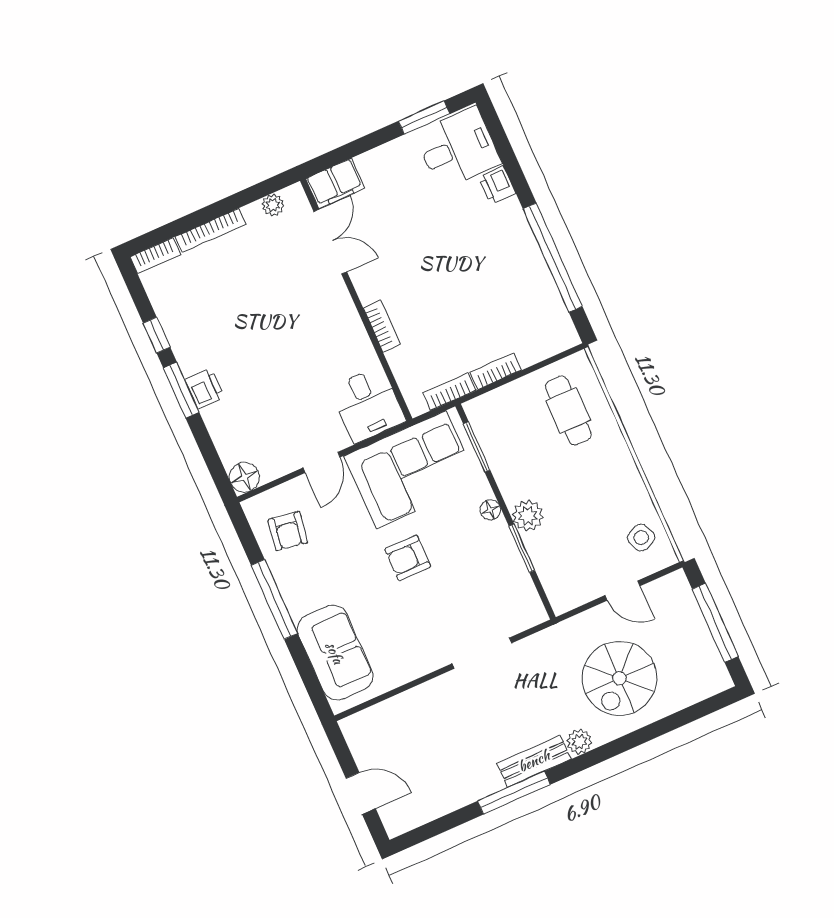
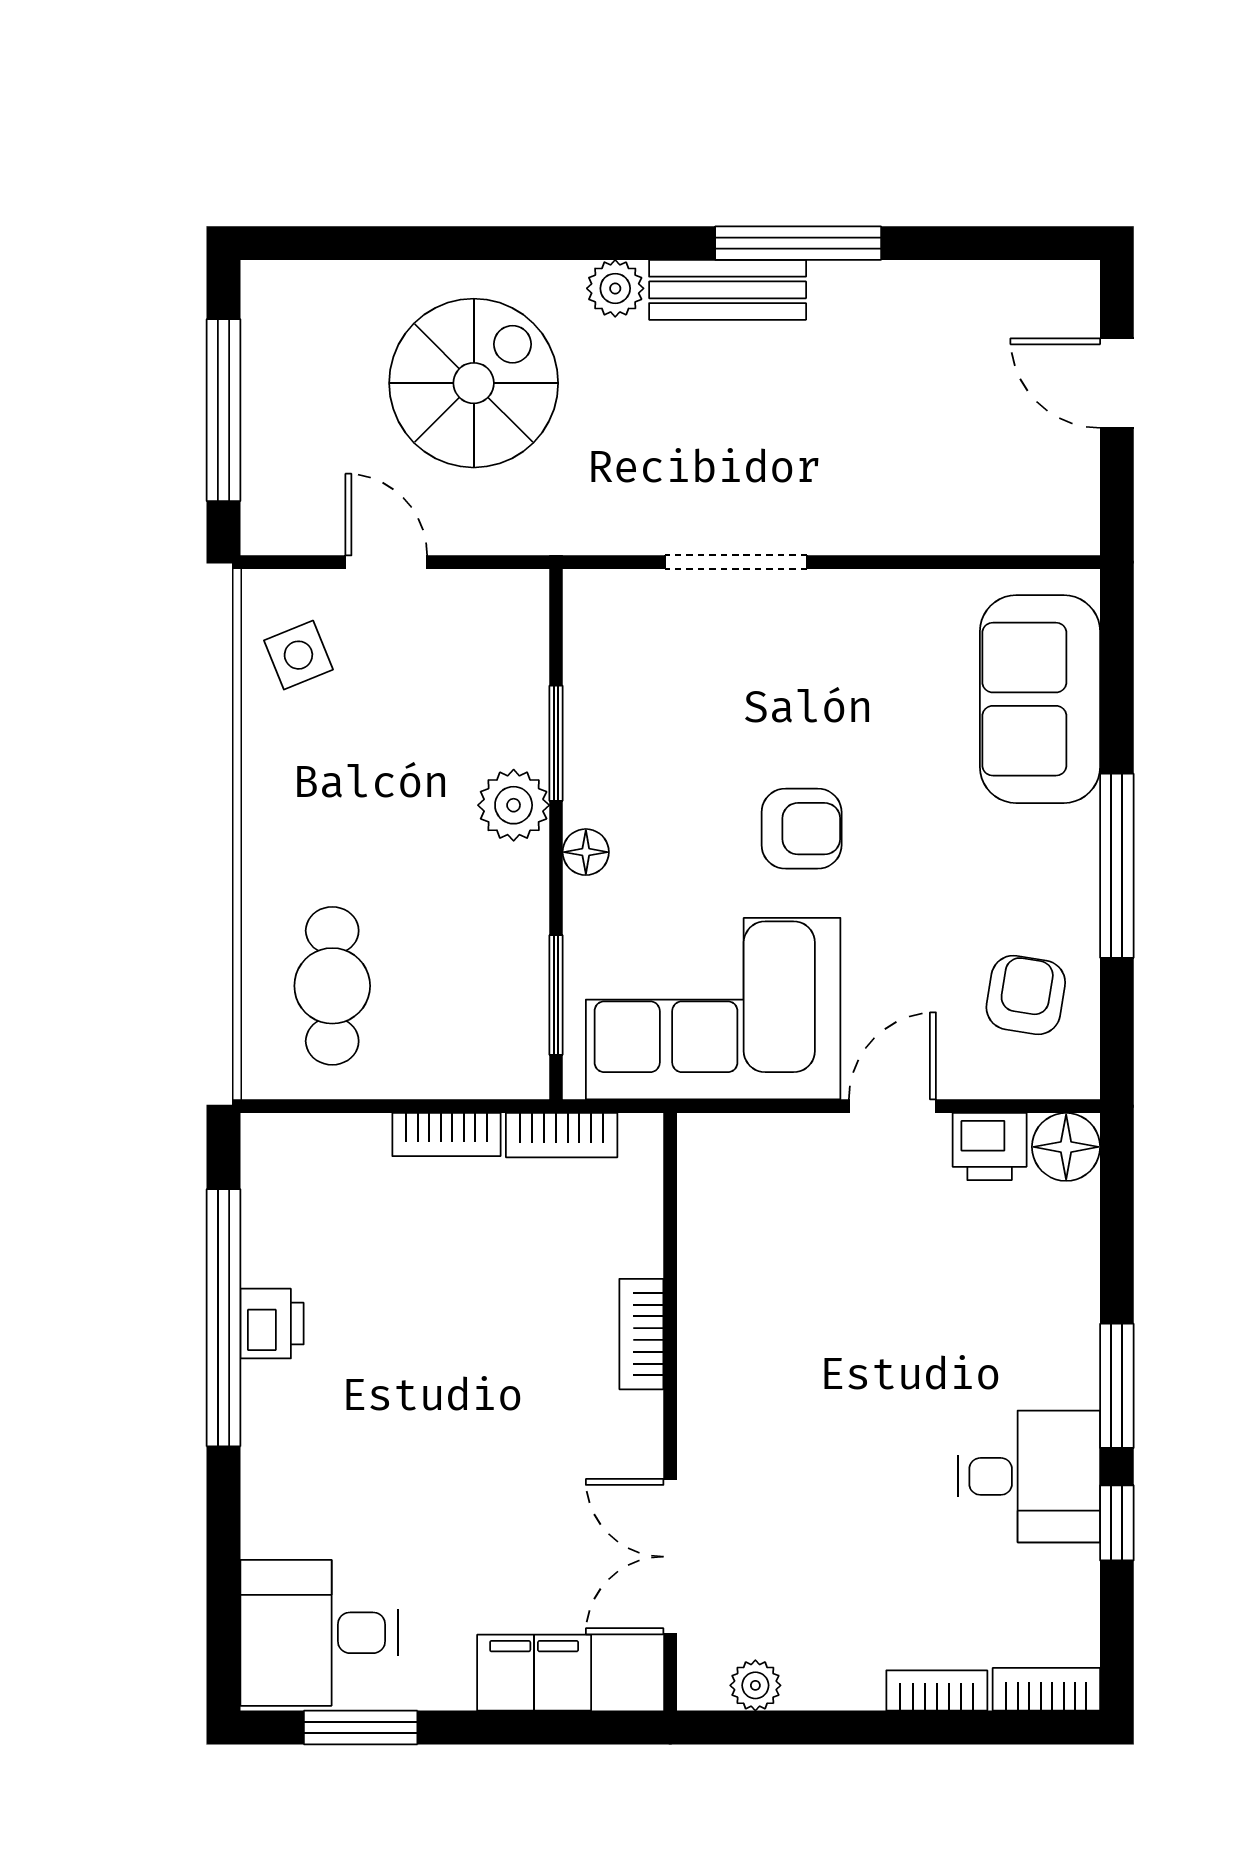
filing cabinet: (335, 183) -> (534, 1673), moved
printer: (497, 185) -> (272, 1324), moved
bookcase: (210, 230) -> (937, 1690), width x0.64
printer: (205, 388) -> (990, 1147), moved, turned -90
desk: (368, 404) -> (1029, 1476), moved, turned 90

